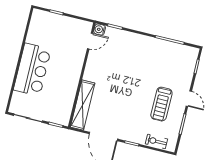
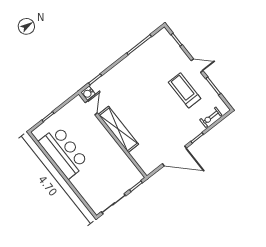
bar counter: (32, 70) -> (64, 152), moved
treadmill: (161, 104) -> (185, 90), turned 180
shelving: (83, 105) -> (118, 129), moved

